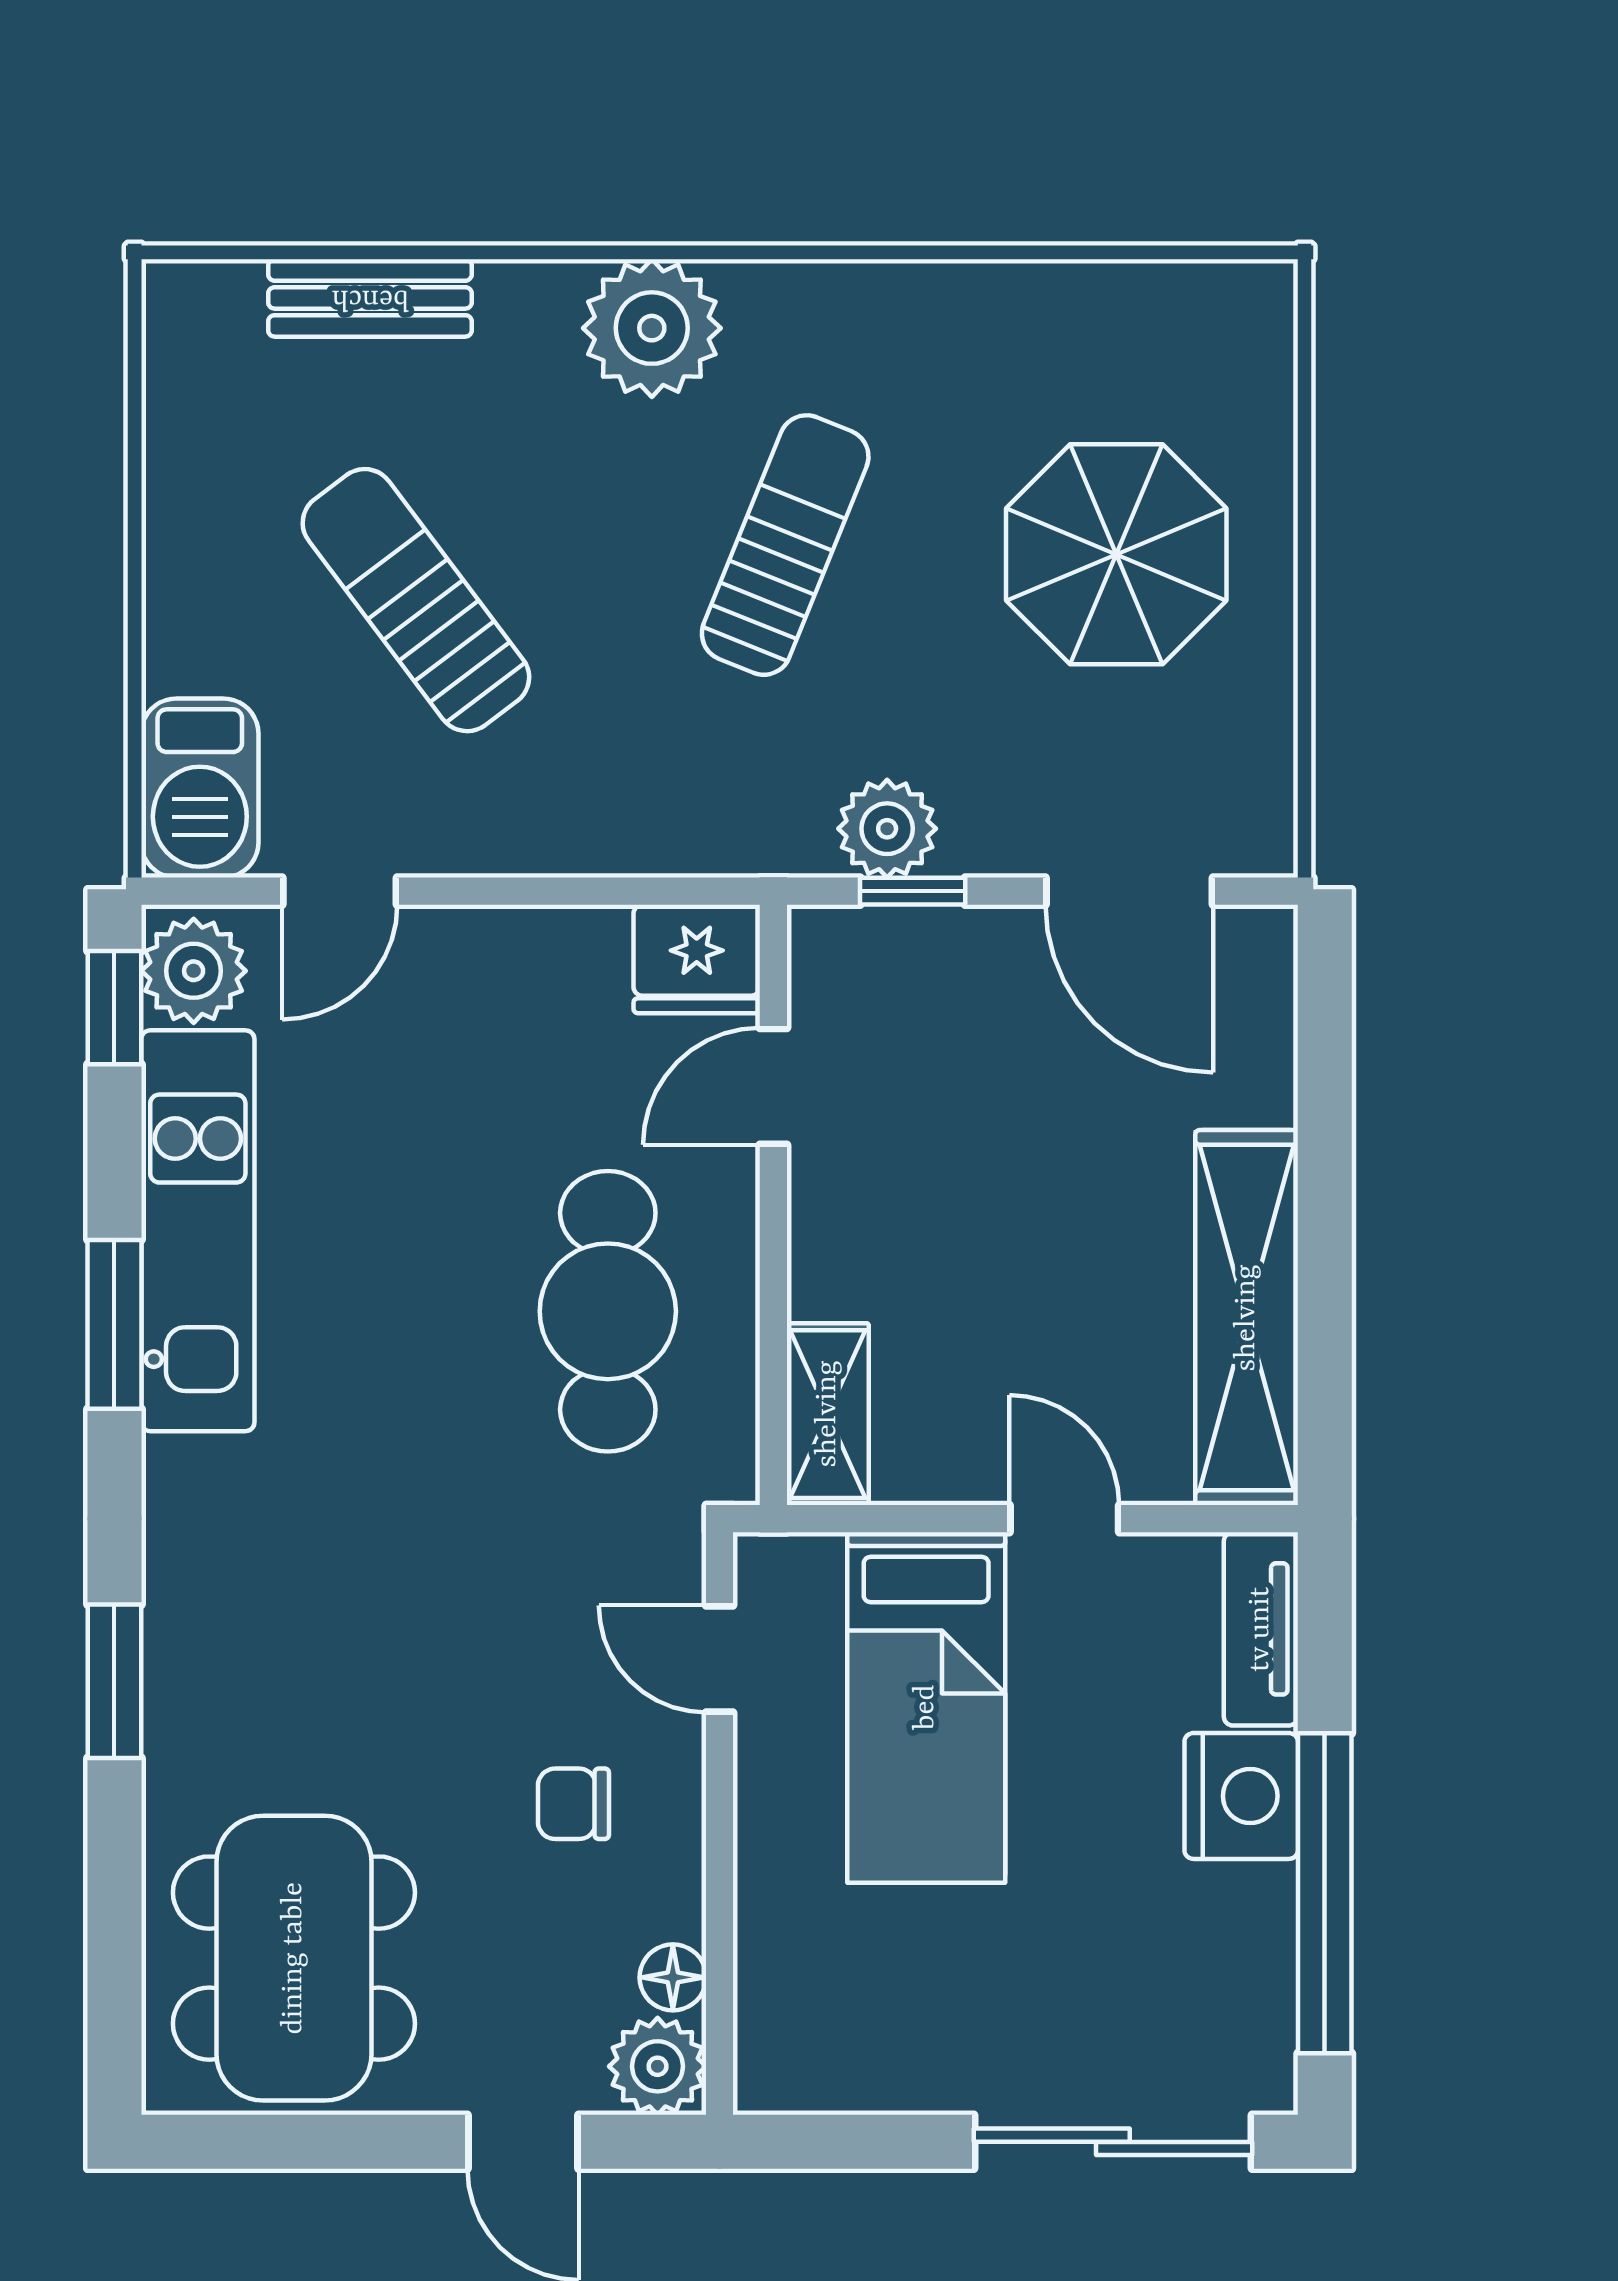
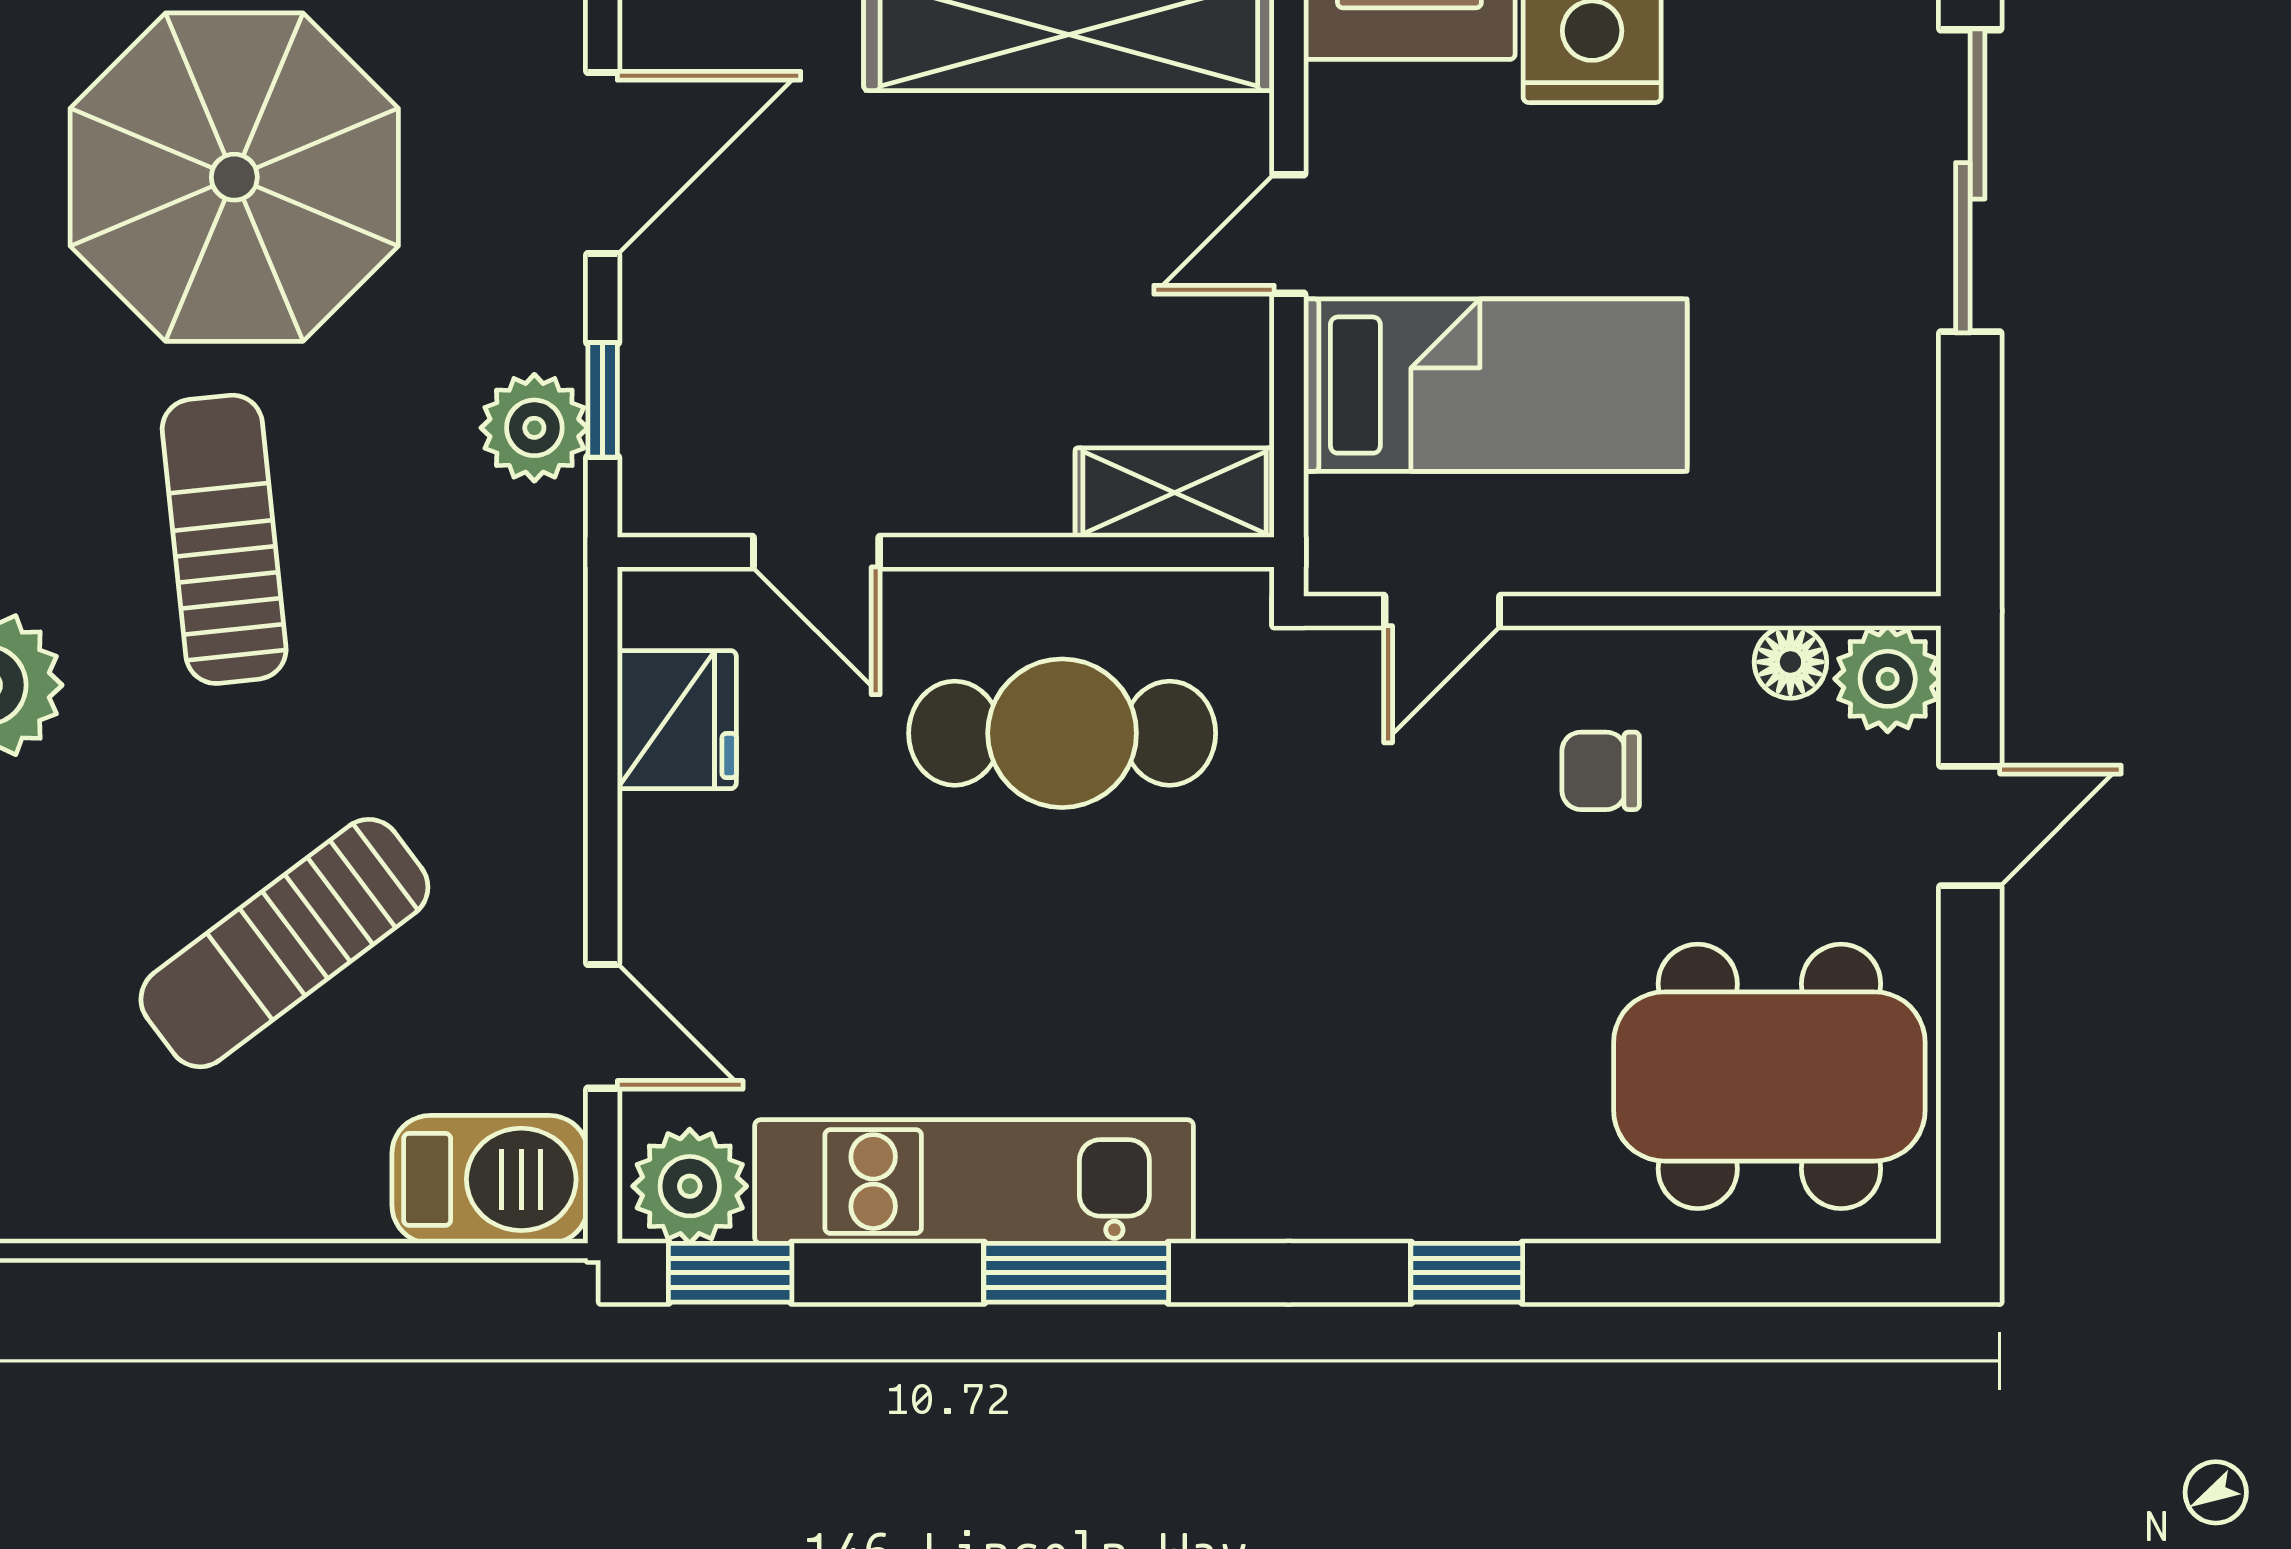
sun lounger: (785, 545) -> (224, 539), turned 62
parasol: (1116, 554) -> (234, 177), width x1.36, depth x1.36
fridge: (697, 959) -> (677, 720), moved
window: (114, 1681) -> (1467, 1273), width x0.67
chair: (573, 1804) -> (1601, 771), turned 90

